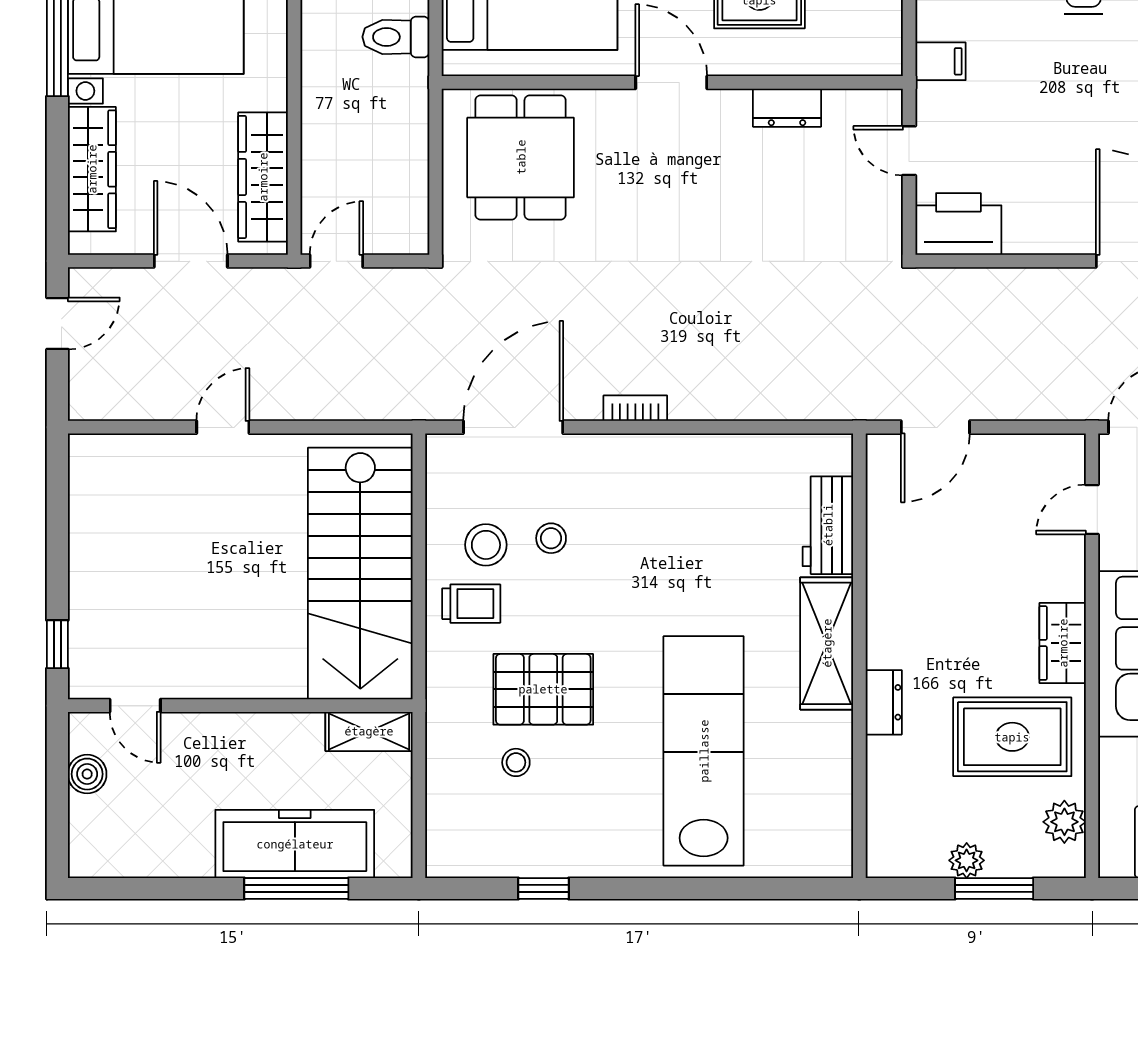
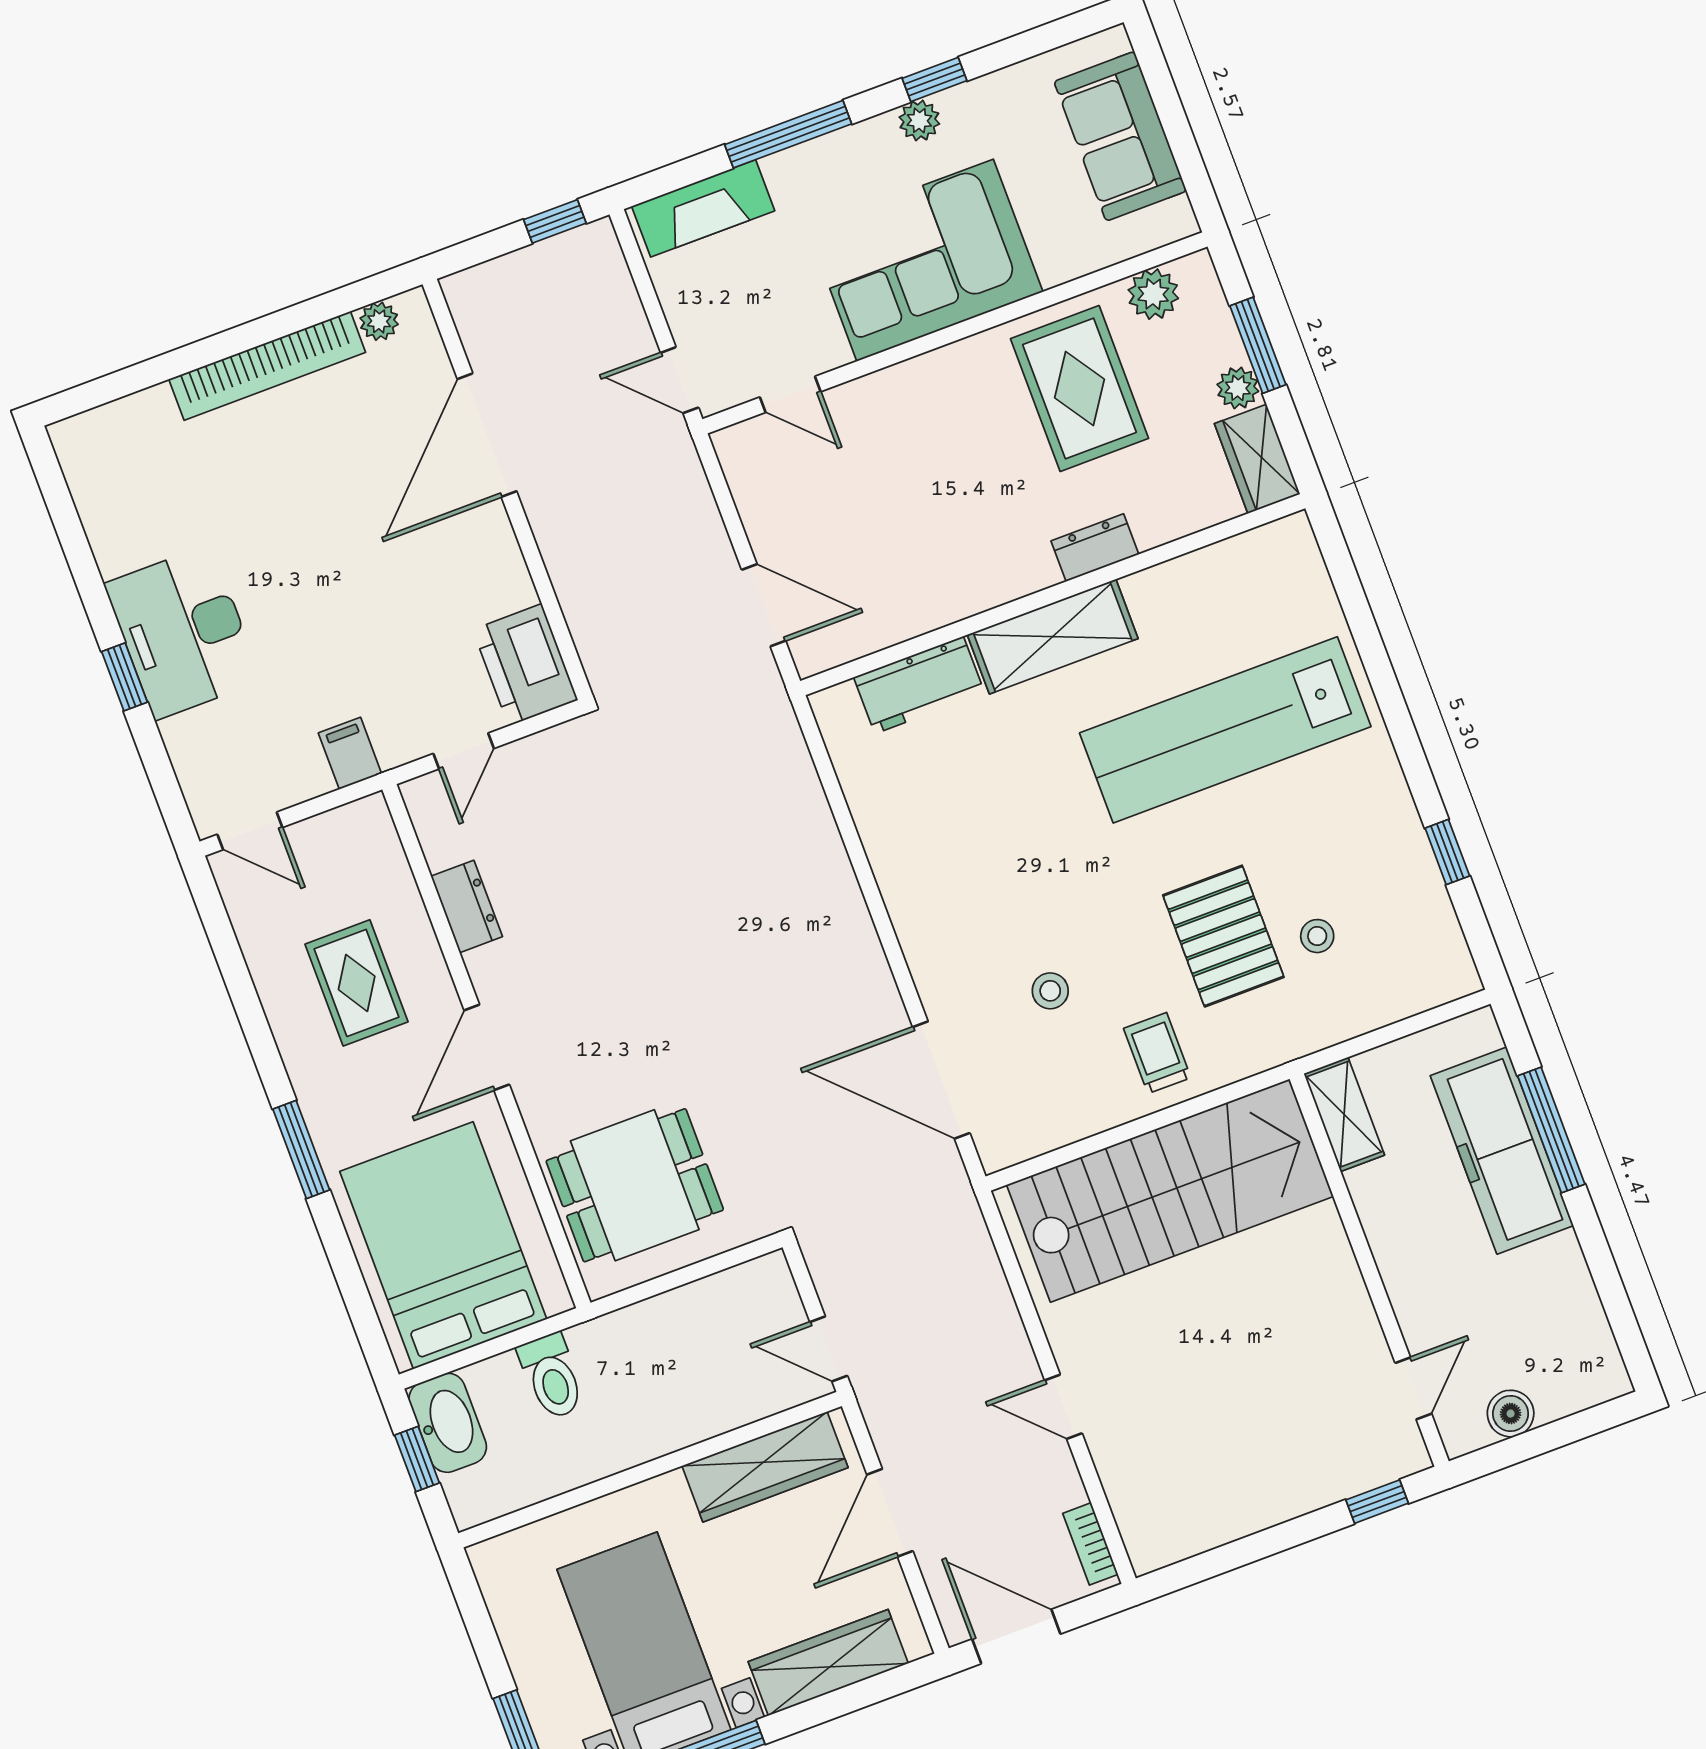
door: (57, 323) -> (1016, 1636), width x1.38
bookcase: (635, 408) -> (1090, 1544), moved
stool: (486, 545) -> (1085, 1061), removed
wardrobe: (1063, 643) -> (1257, 459), moved, turned 90

